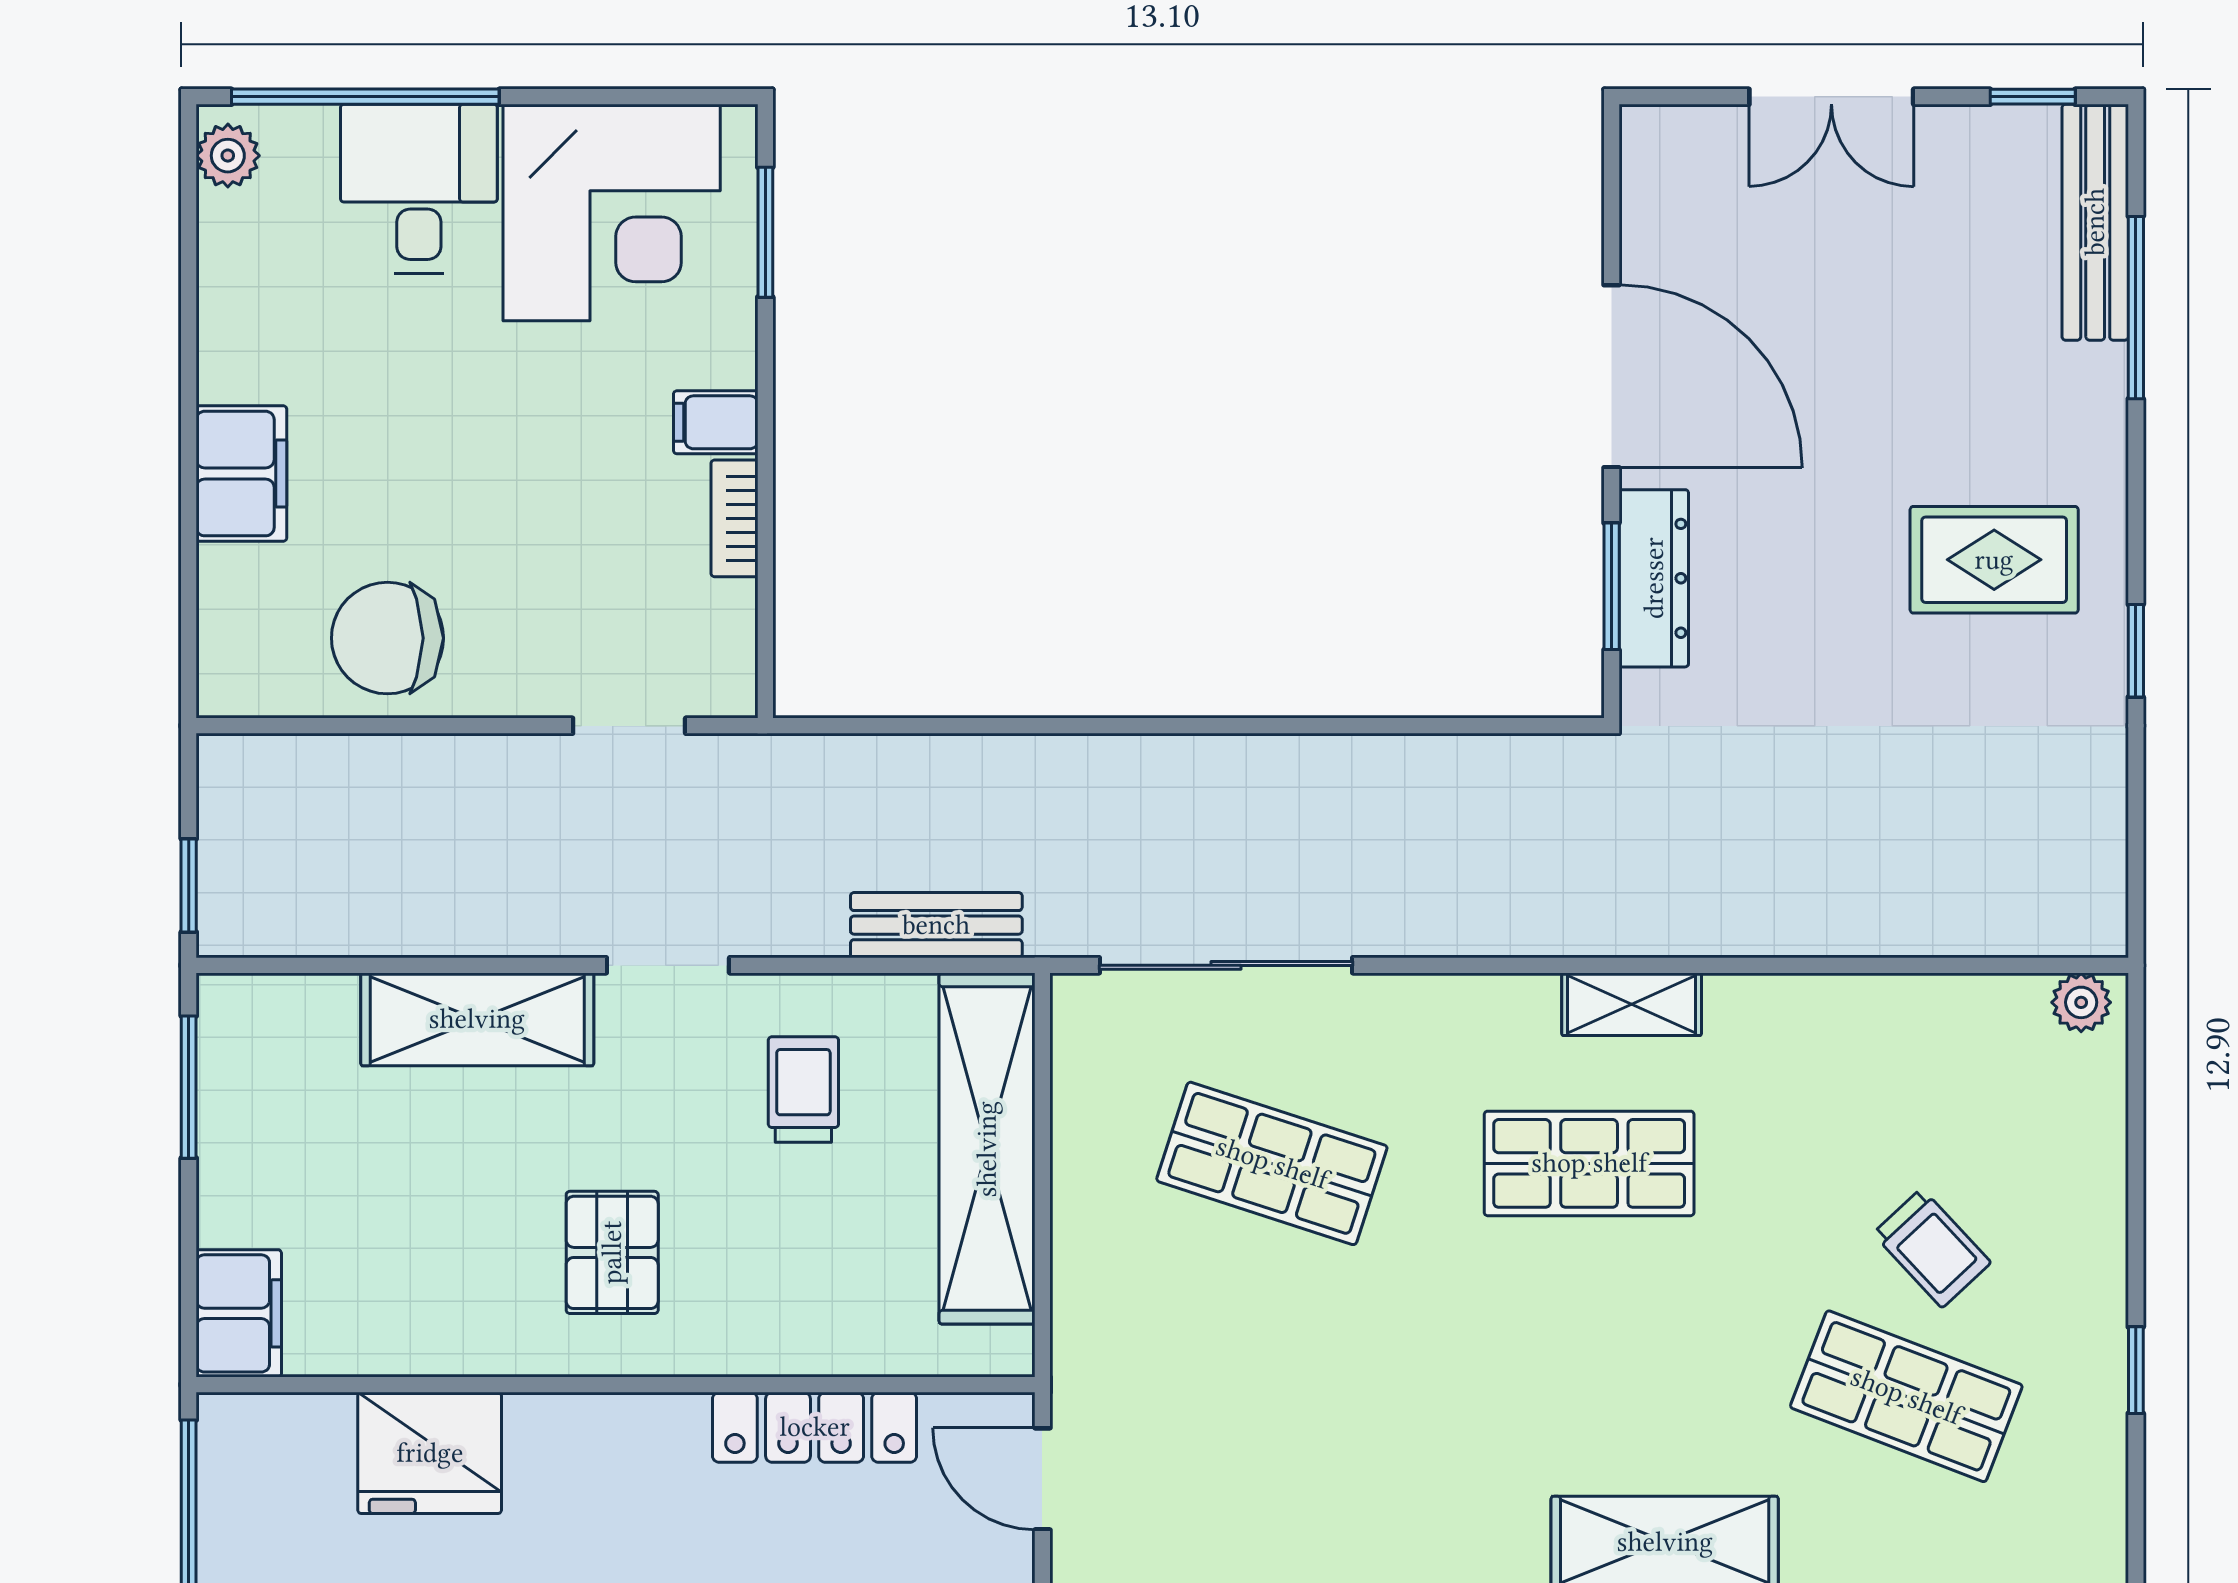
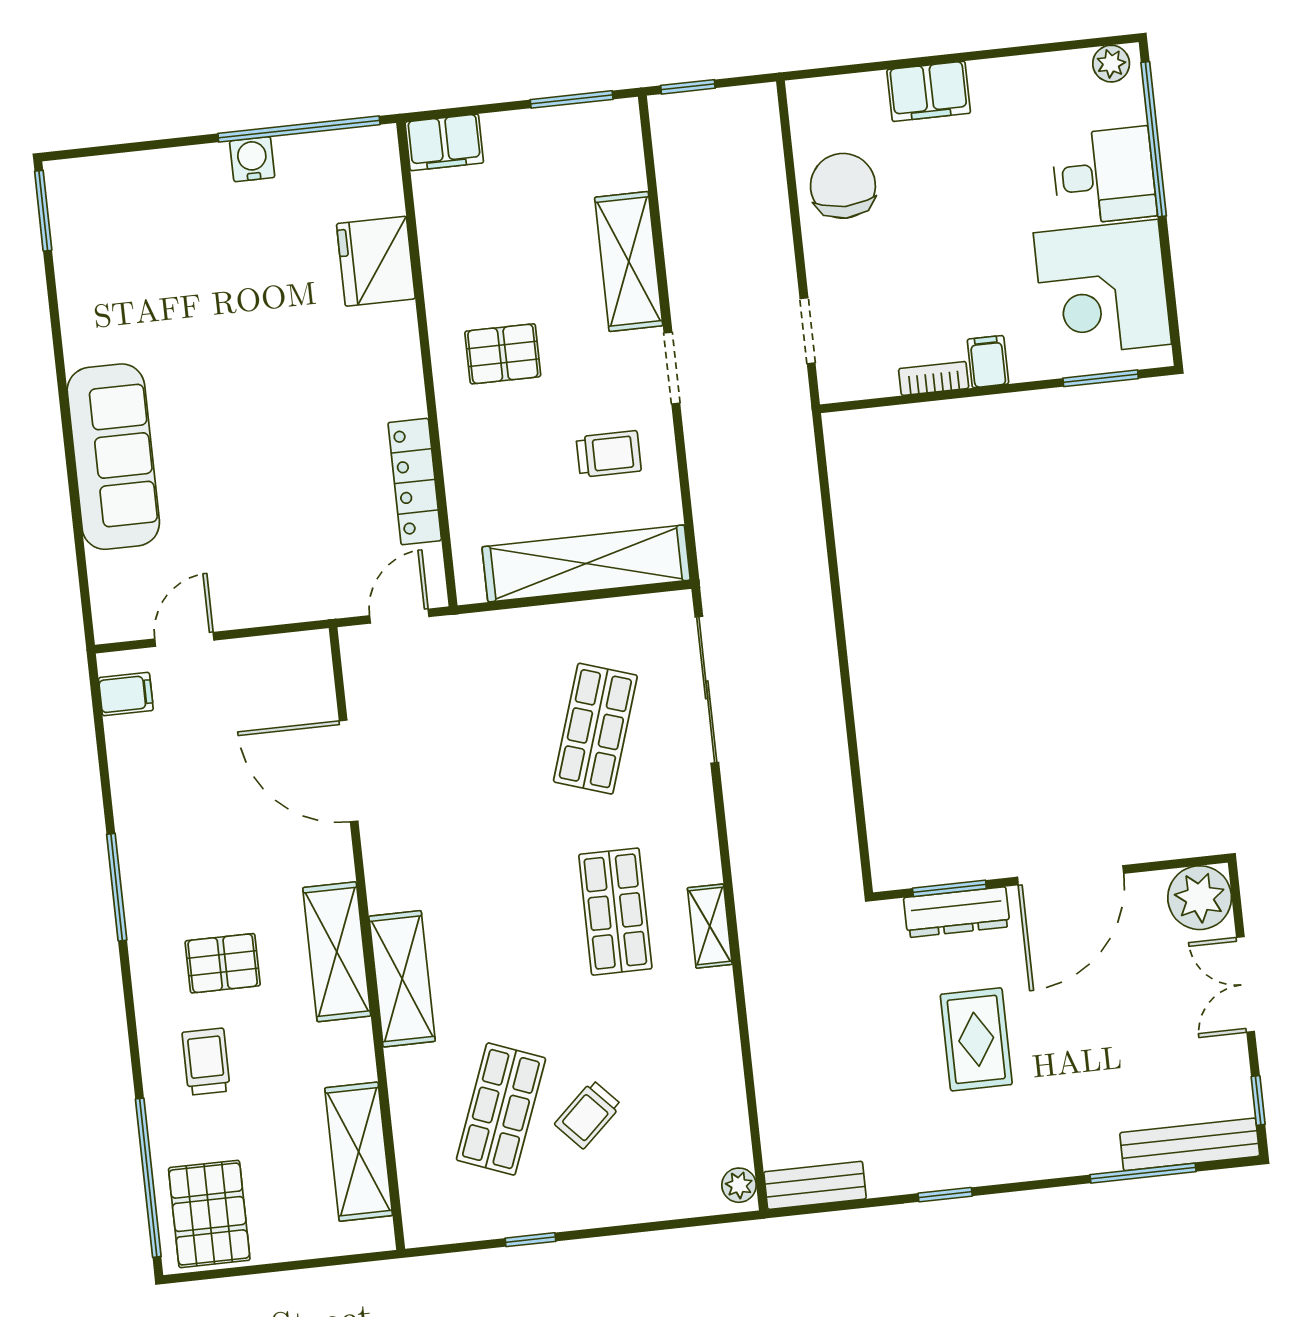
plant: (1674, 159) -> (1200, 898), added
rug: (1994, 560) -> (976, 1039), moved
bench: (936, 925) -> (815, 1185), moved, turned 90

